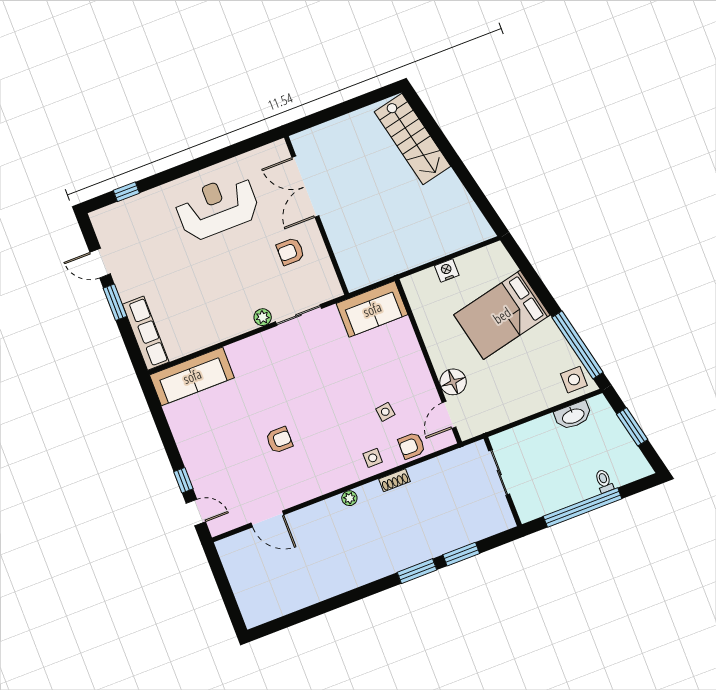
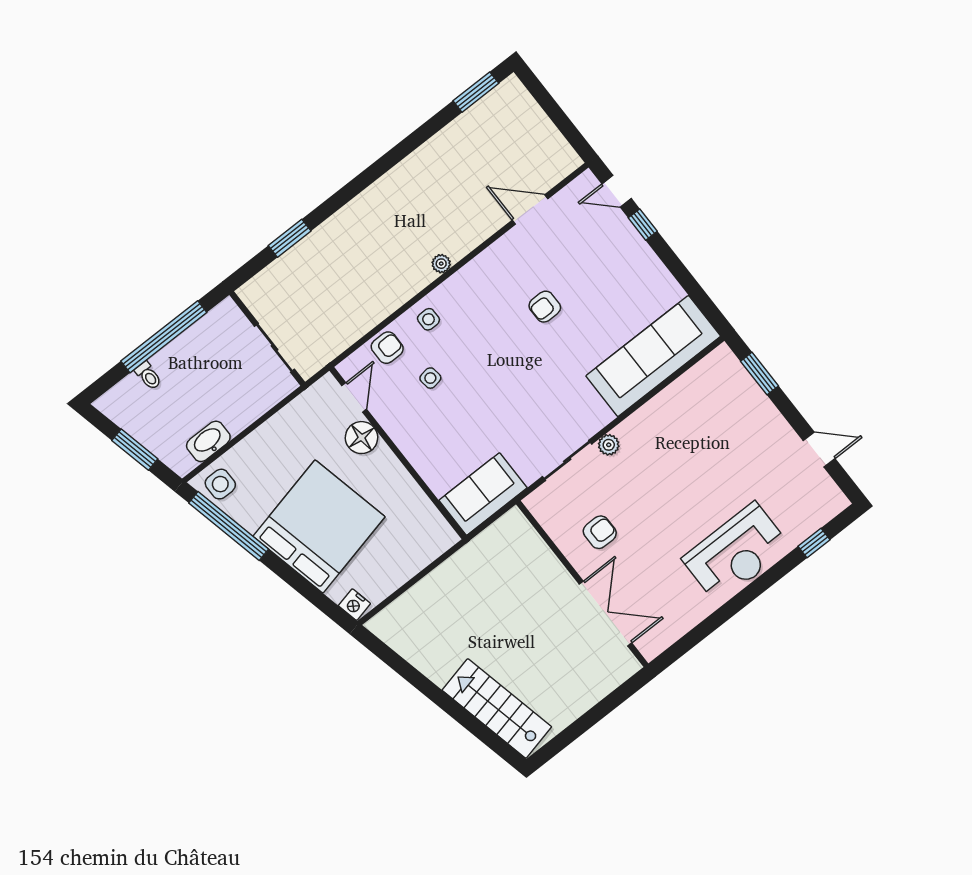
reception desk: (217, 207) -> (736, 553), moved
nightstand: (447, 270) -> (354, 605), moved, turned 77
window: (115, 302) -> (760, 374), moved
bed: (502, 315) -> (319, 527), width x1.36
row of seats: (146, 333) -> (740, 384), removed
sofa: (192, 376) -> (653, 356), width x1.36, depth x1.27
shoe rack: (394, 480) -> (395, 301), removed
window: (417, 571) -> (476, 92), moved

